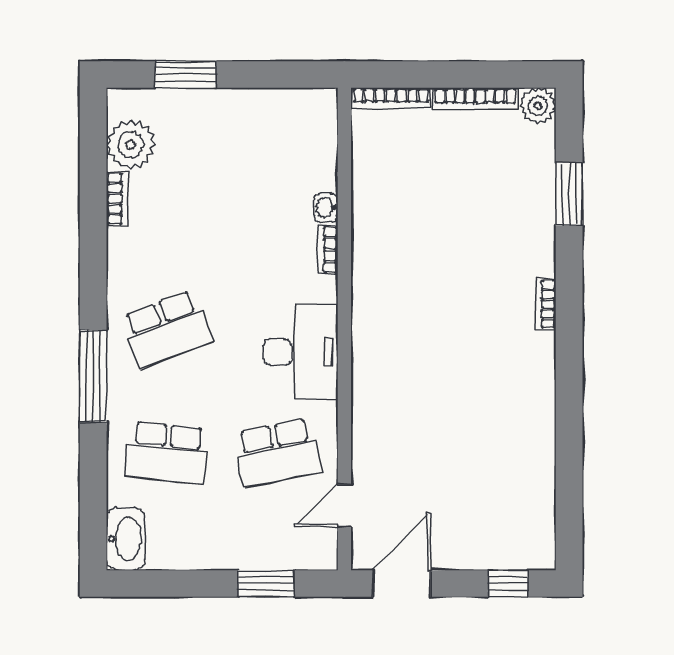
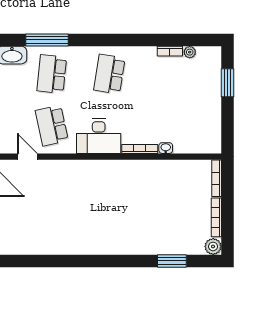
plant: (131, 145) -> (190, 52), width x0.53, depth x0.53
bookcase: (328, 250) -> (140, 149), width x1.56
bookcase: (546, 304) -> (121, 250), removed
school desk: (167, 329) -> (109, 74), turned 30
window: (93, 376) -> (47, 40), moved

